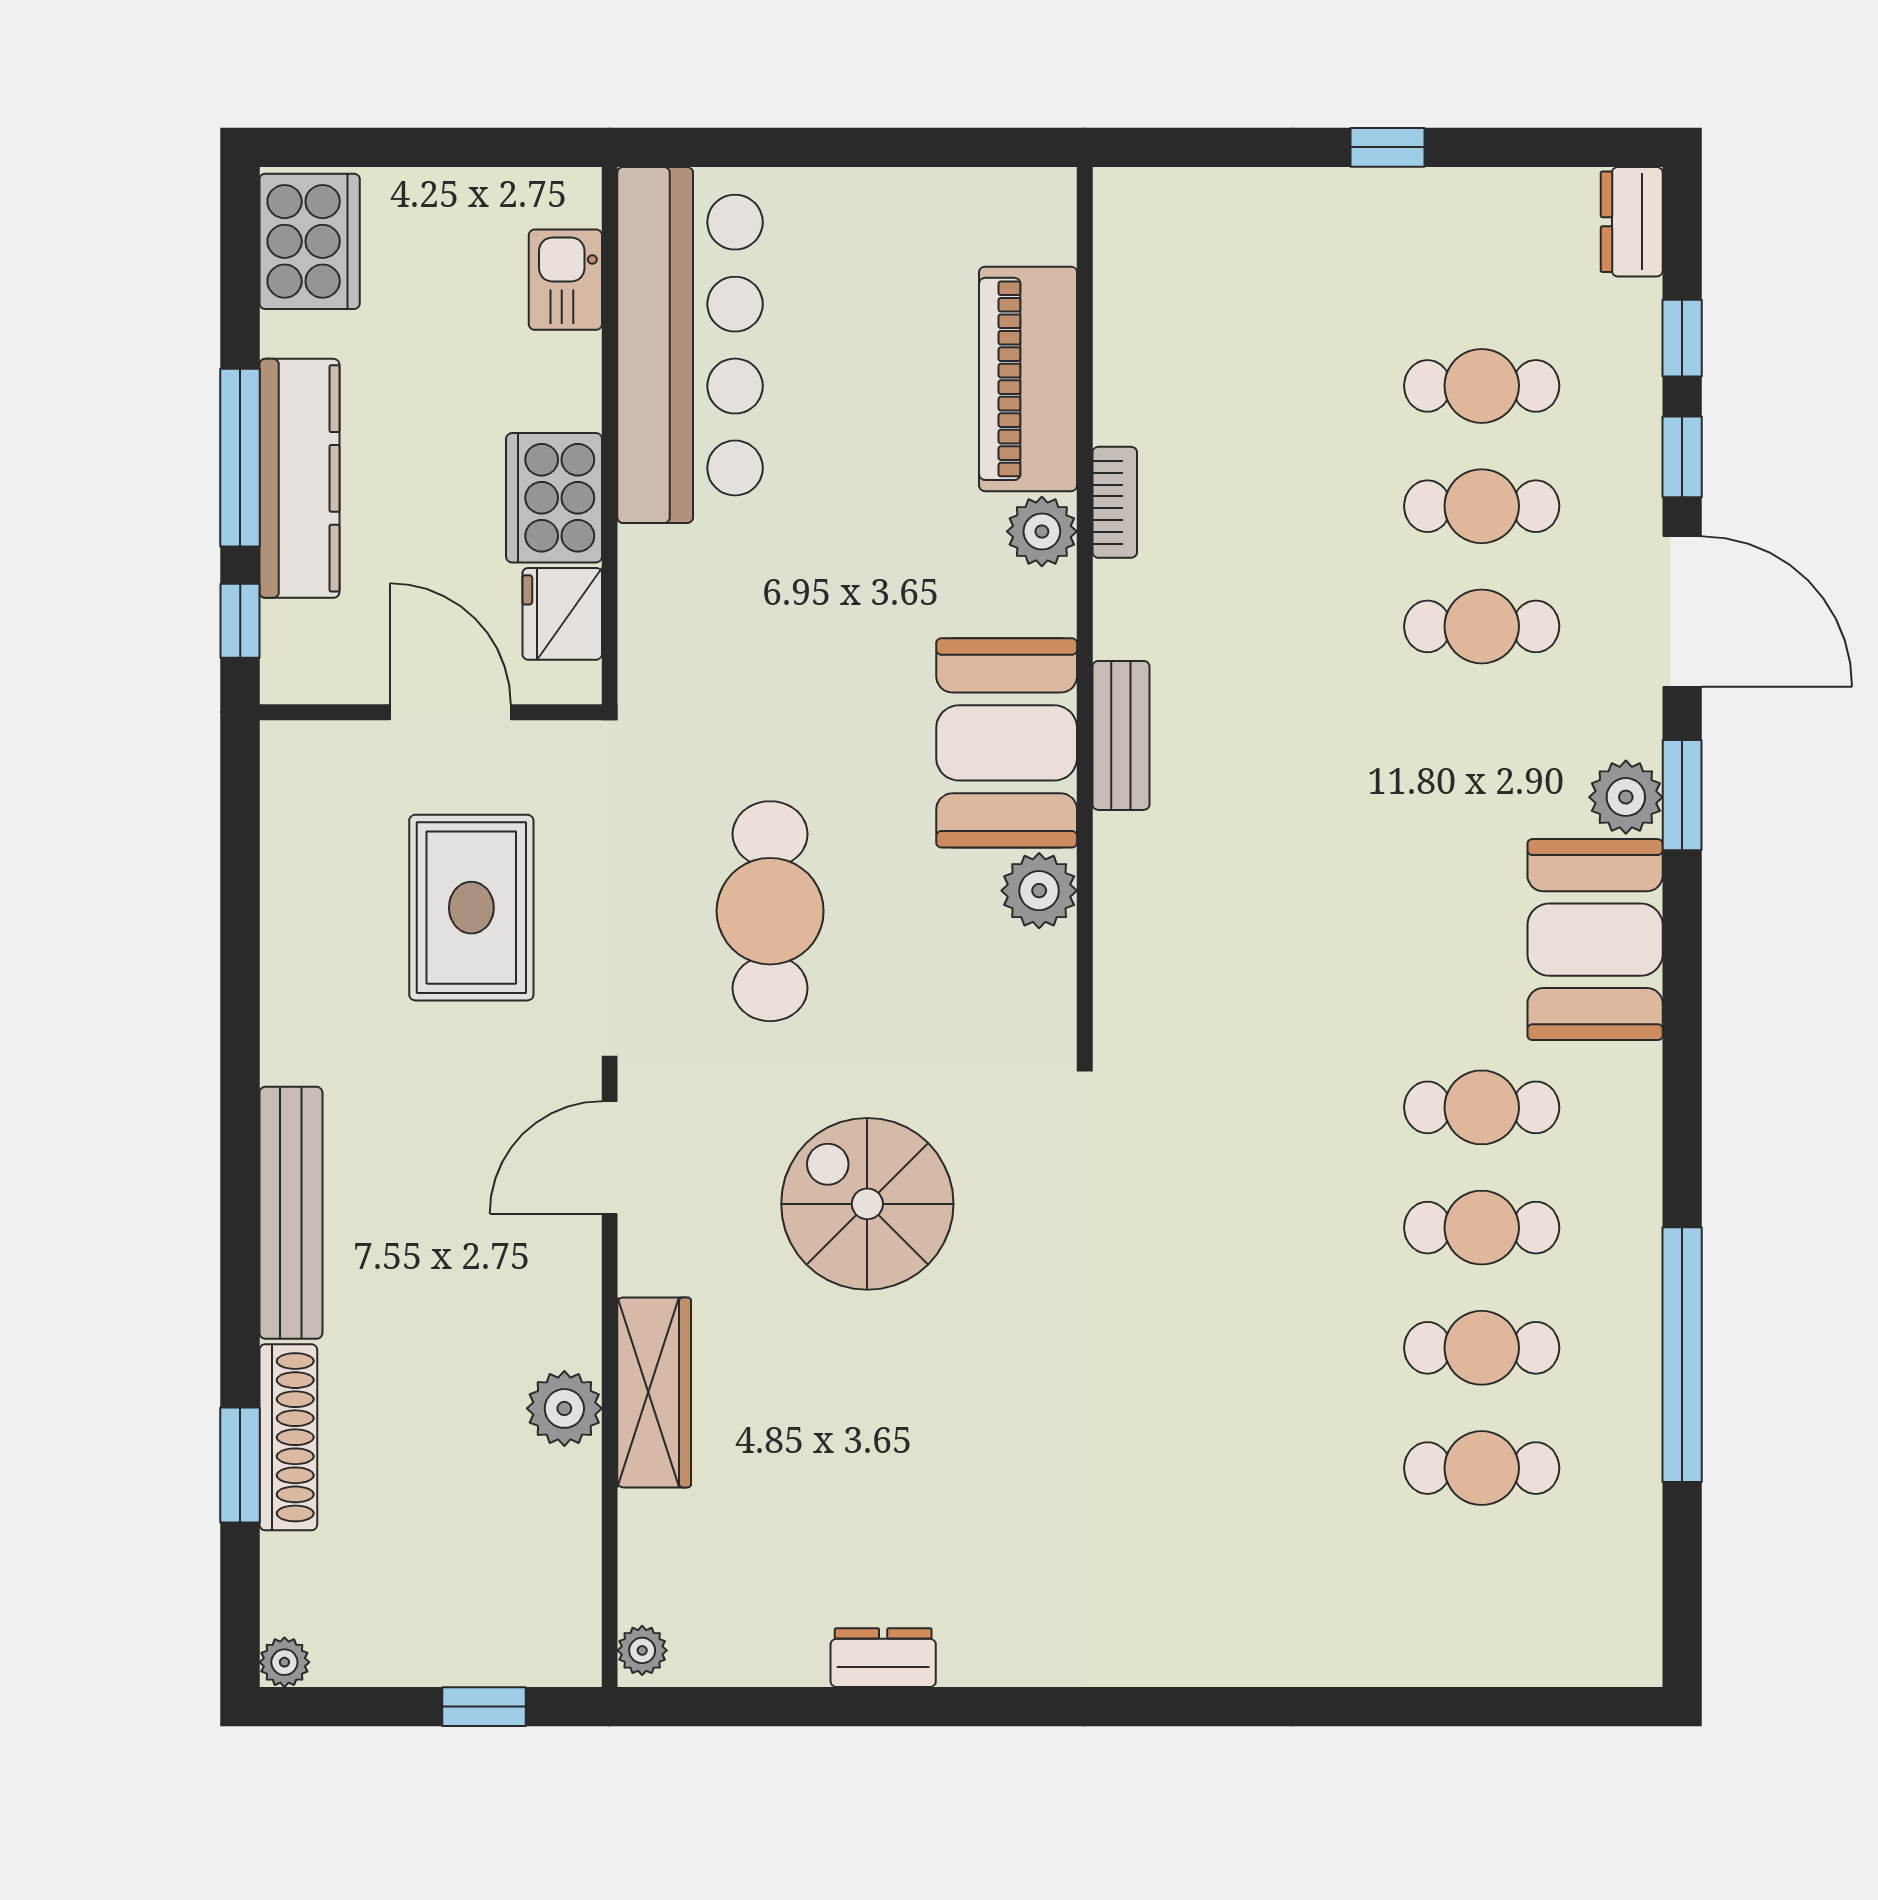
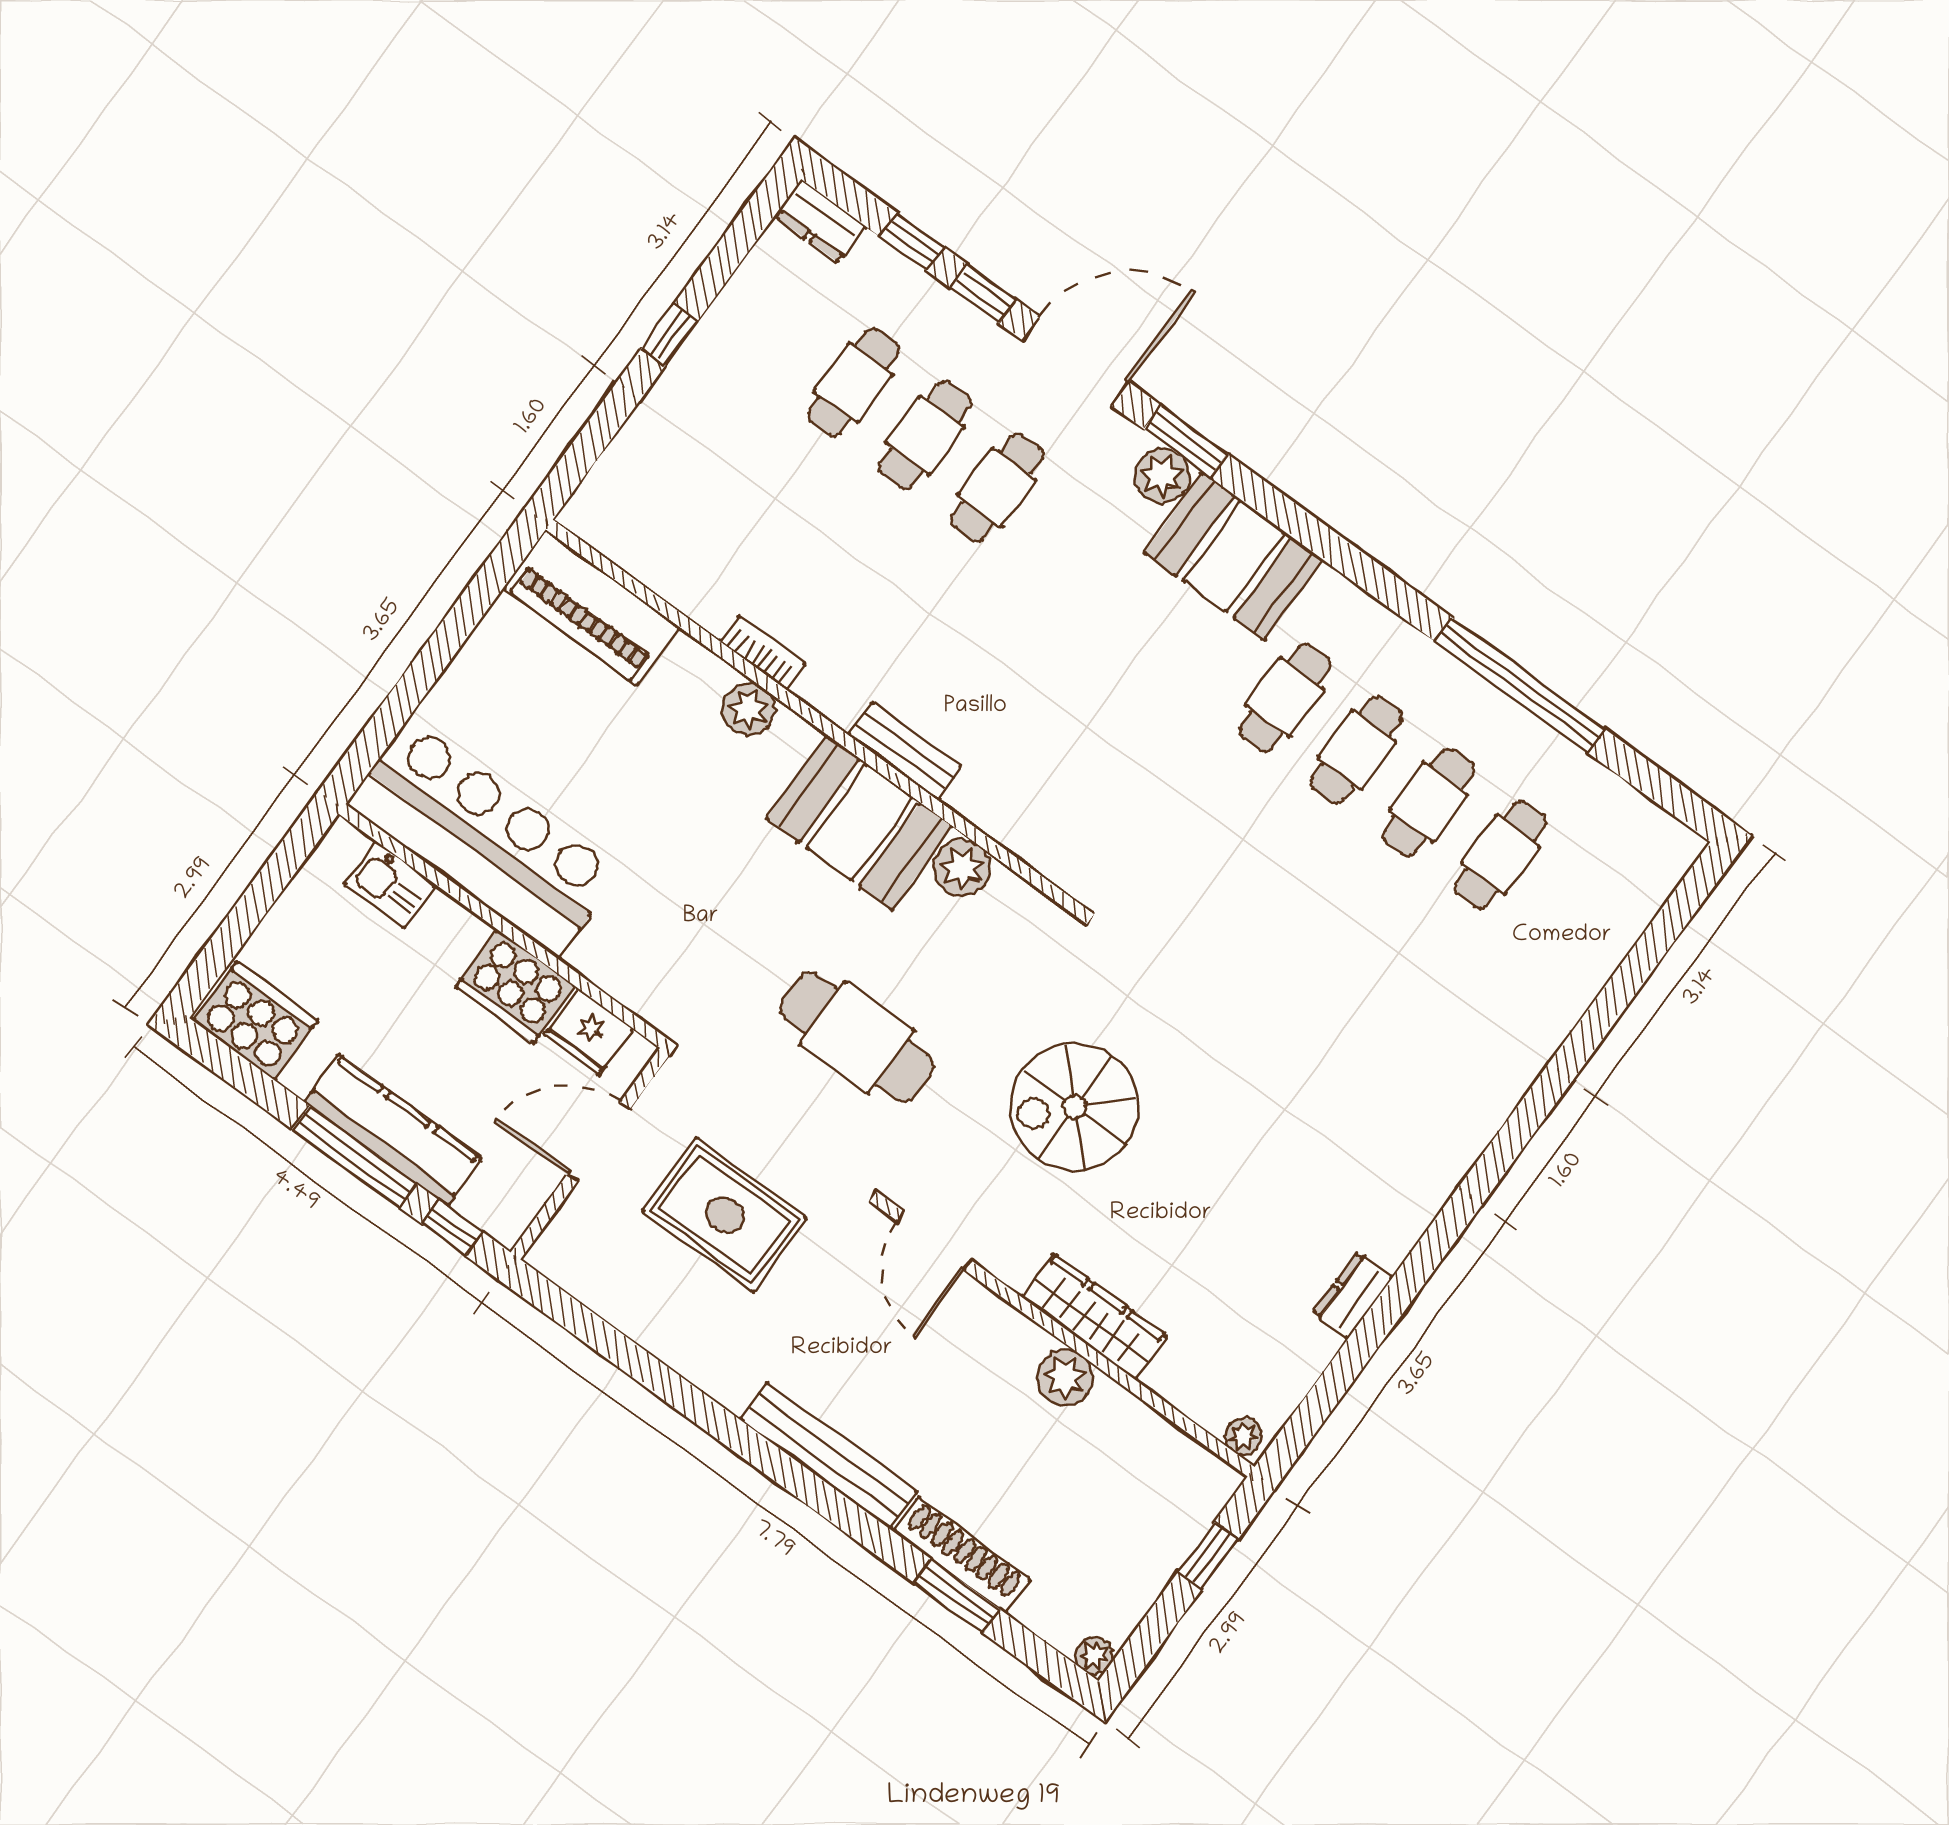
piano: (1028, 379) -> (592, 607), moved

